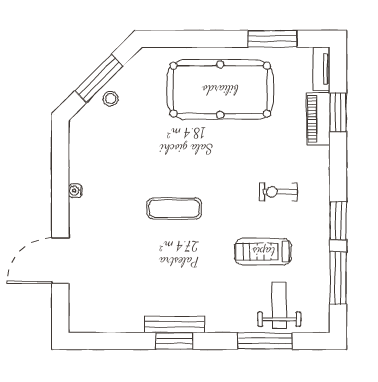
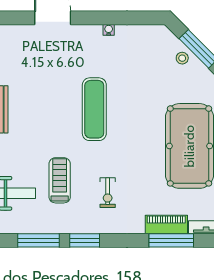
window: (338, 112) -> (171, 240), width x1.44
exercise bike: (278, 192) -> (108, 193), turned 180
exercise mat: (174, 208) -> (94, 109), width x1.36, depth x1.45

